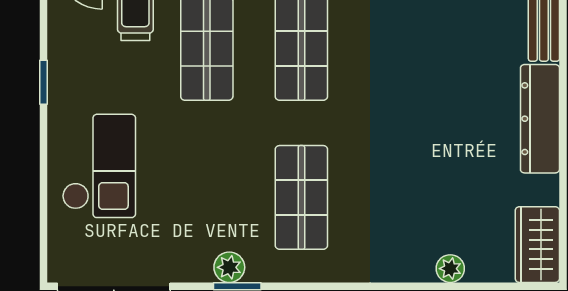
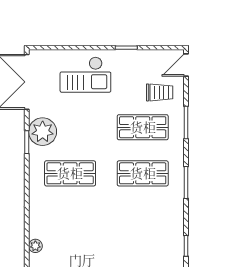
plant: (229, 267) -> (43, 132), width x1.87, depth x1.87

